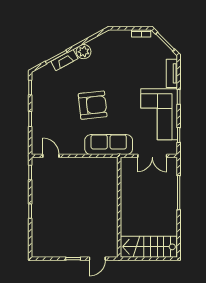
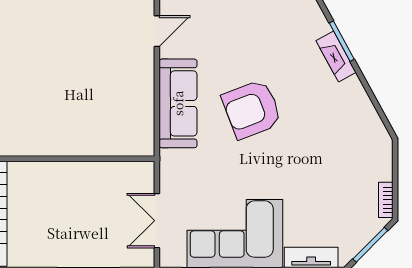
plant: (84, 52) -> (352, 92), removed
armchair: (93, 105) -> (252, 109), turned 75
sofa: (109, 145) -> (178, 103), moved

